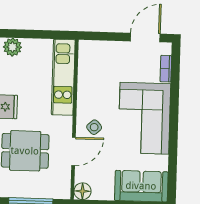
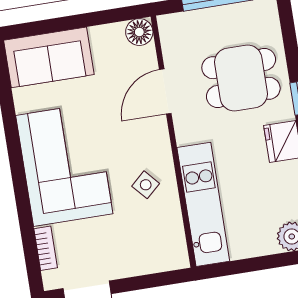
side table: (94, 127) -> (146, 185), moved

